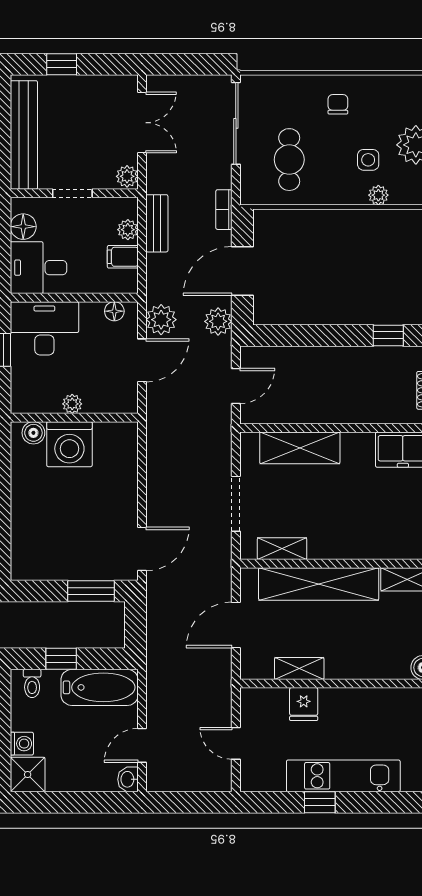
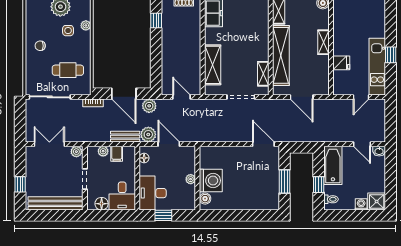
bench: (157, 223) -> (125, 137), moved
window: (91, 591) -> (284, 182), moved
shelving: (299, 669) -> (323, 42), moved
kitchen unit: (343, 776) -> (377, 67), moved

